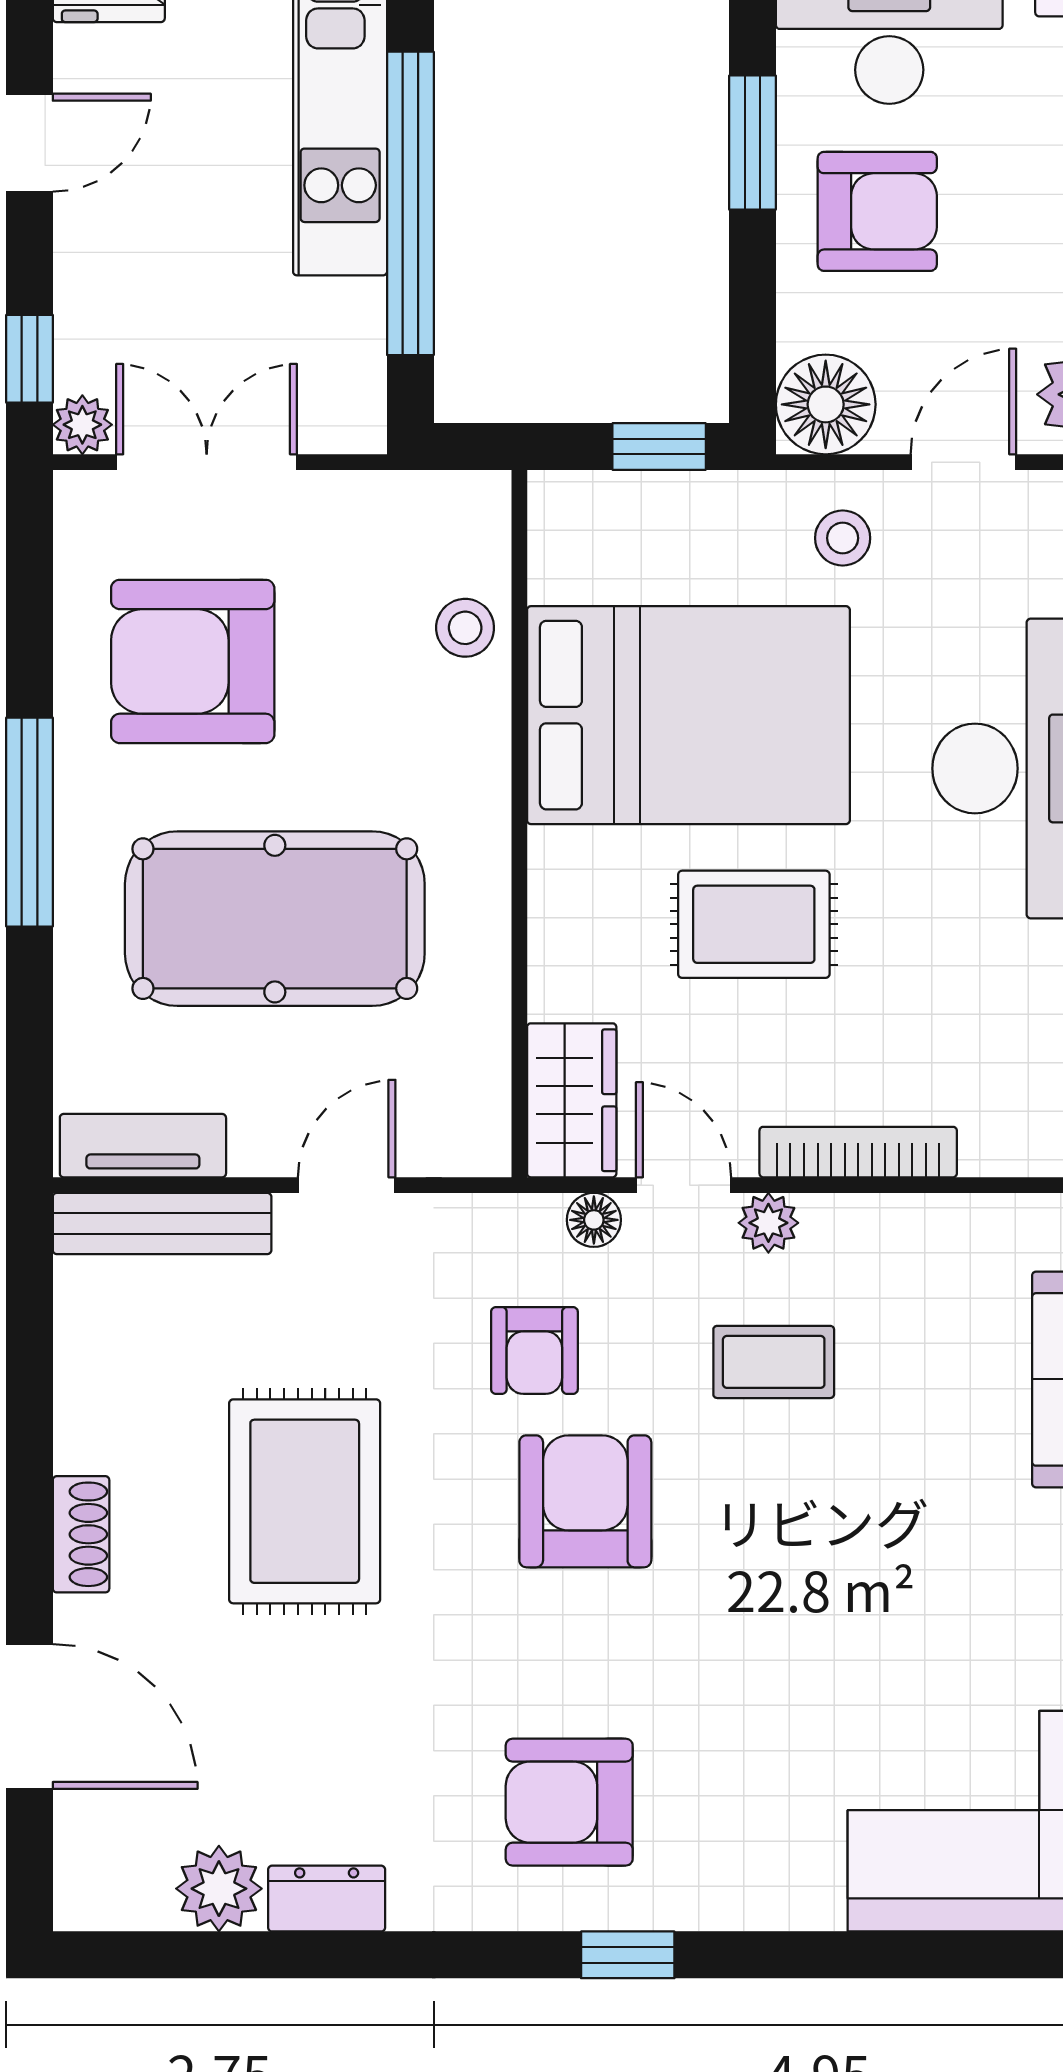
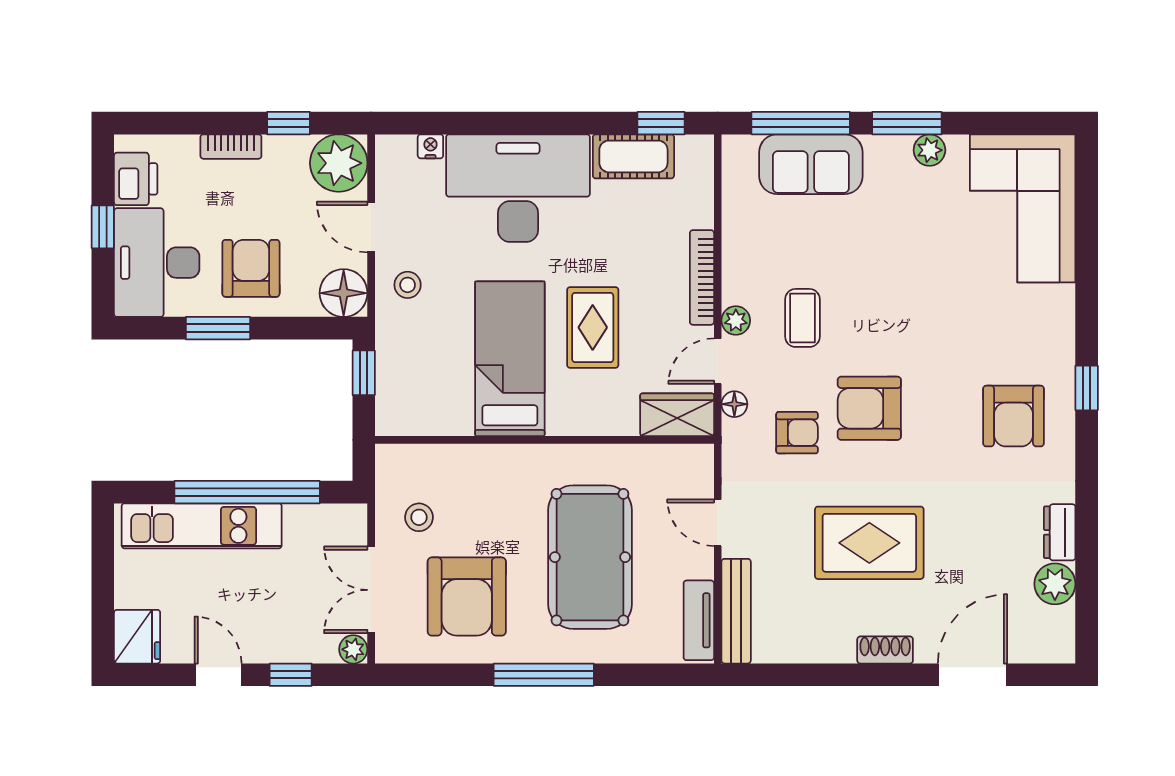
window: (29, 359) -> (291, 675), moved
stool: (465, 628) -> (419, 517), moved
bed: (688, 715) -> (510, 359), width x0.67

